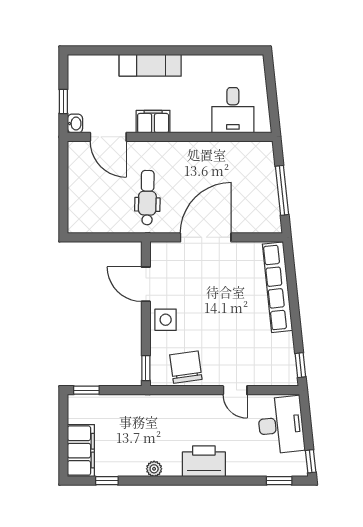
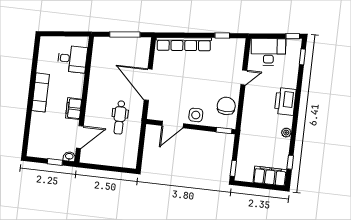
exam couch: (150, 65) -> (41, 92), moved
dental chair: (147, 198) -> (120, 117), turned -91
window: (300, 365) -> (222, 35), moved
chair: (186, 367) -> (226, 106), turned 98

